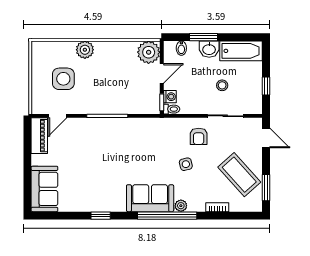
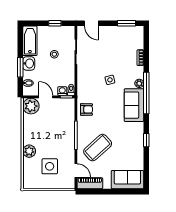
armchair: (199, 136) -> (86, 109), moved
door: (266, 138) -> (91, 23), swing flipped
coffee table: (239, 175) -> (98, 148), moved

